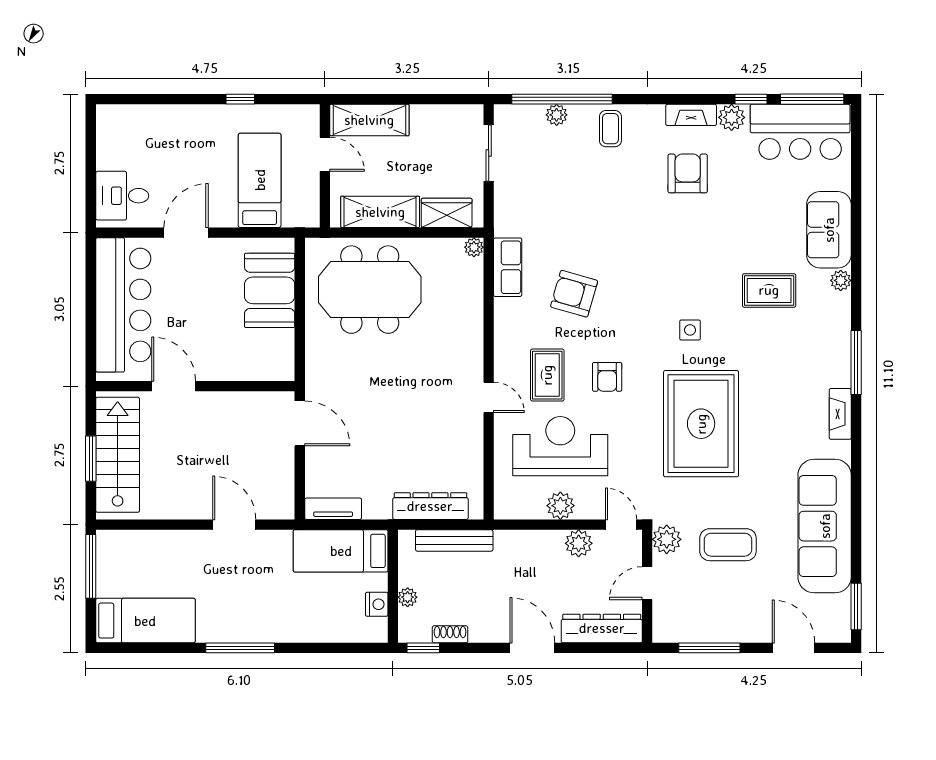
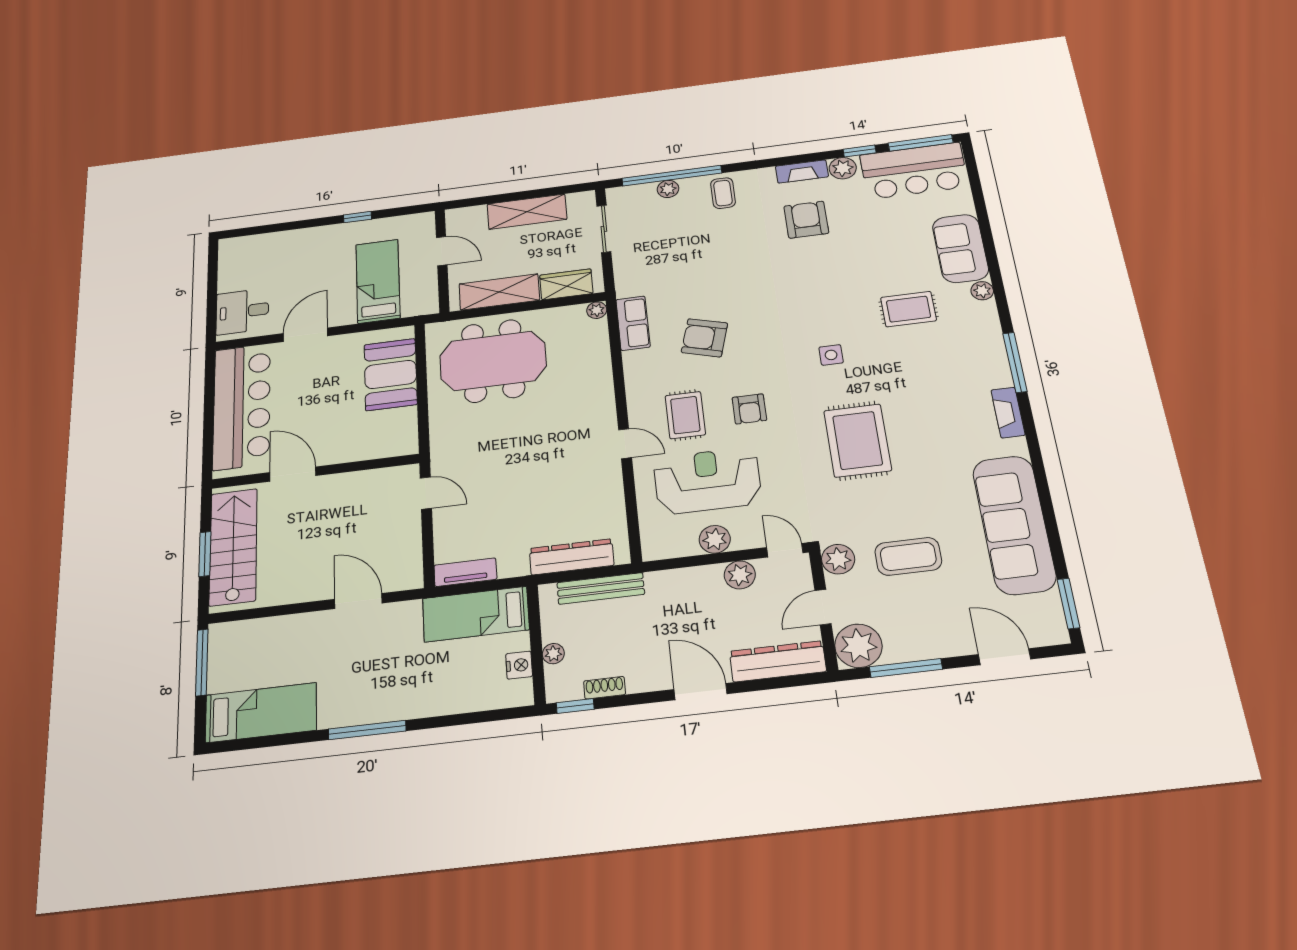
shelving: (369, 120) -> (527, 212), moved
door: (300, 423) -> (426, 493), width x0.73
rug: (701, 424) -> (858, 440), width x0.73, depth x0.69
plant: (672, 623) -> (858, 646), added

